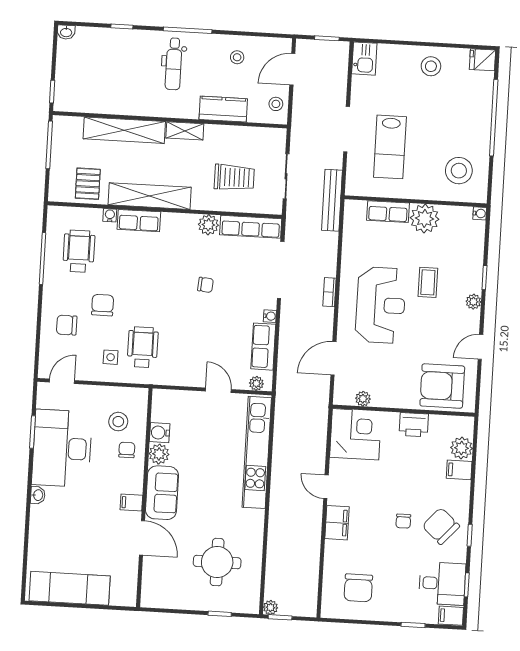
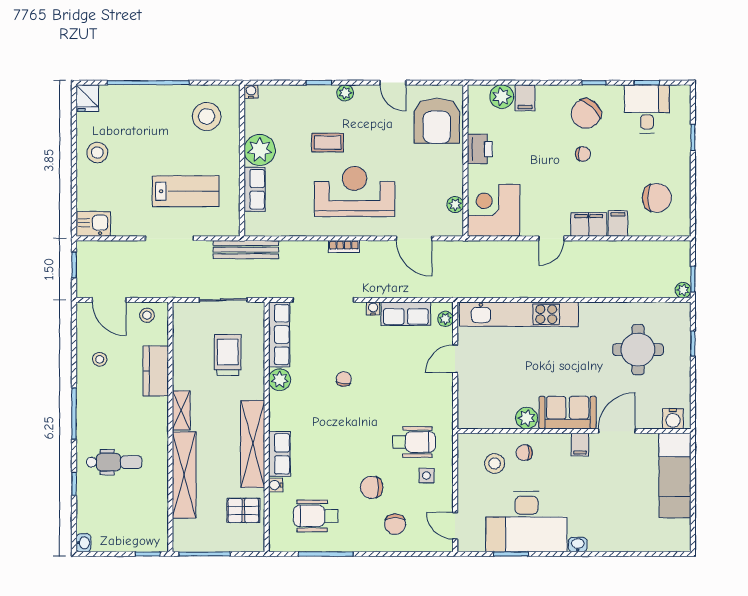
dental chair: (174, 64) -> (114, 462), moved
wheelchair: (143, 347) -> (414, 442), turned 180
water cooler: (160, 433) -> (673, 419), moved
exam couch: (70, 588) -> (675, 475), moved
filing cabinet: (451, 616) -> (618, 223), moved, turned 180

